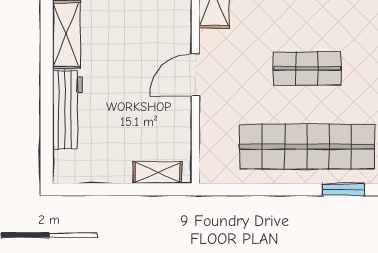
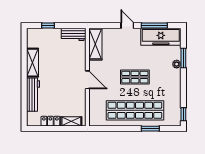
door: (195, 75) -> (87, 80), swing flipped
locker: (108, 172) -> (50, 121), added

